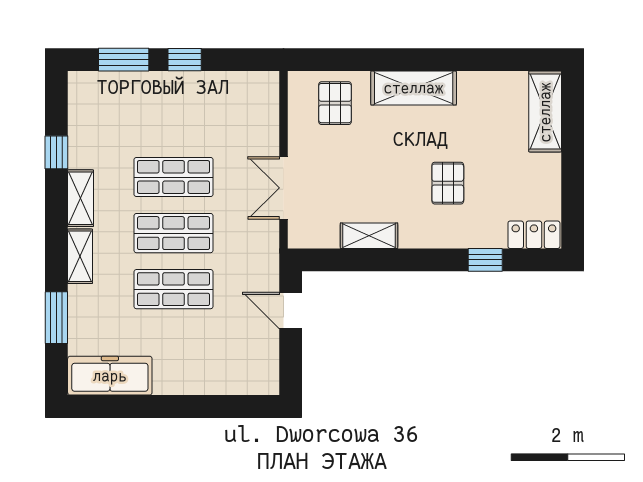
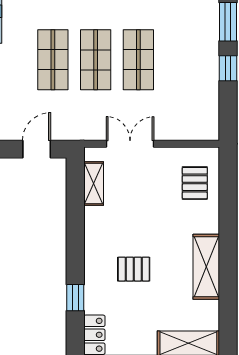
shelving: (414, 88) -> (206, 267), moved
pallet: (335, 103) -> (195, 183), turned 90
shelving: (369, 236) -> (94, 183), moved

